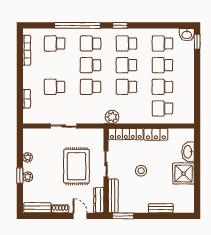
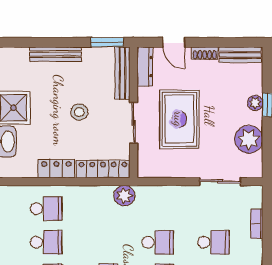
school desk: (126, 87) -> (102, 242), removed
sliding door: (64, 126) -> (220, 182), moved
plant: (28, 157) -> (249, 139), width x1.87, depth x1.87
bench: (161, 208) -> (56, 54), width x1.36

